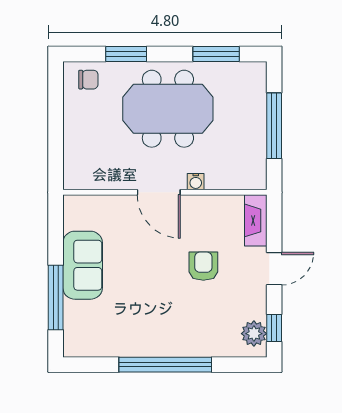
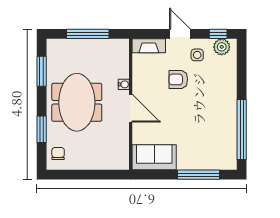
door: (159, 192) -> (131, 108), hinge flipped
sofa: (83, 265) -> (154, 157), moved
side table: (241, 295) -> (197, 55), added
window: (165, 365) -> (242, 130), moved

